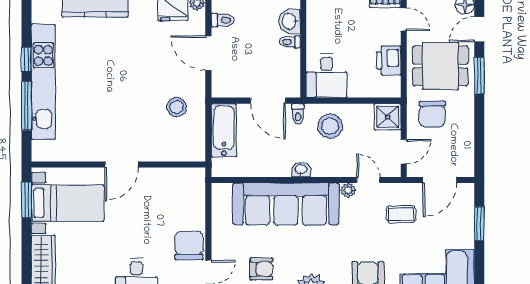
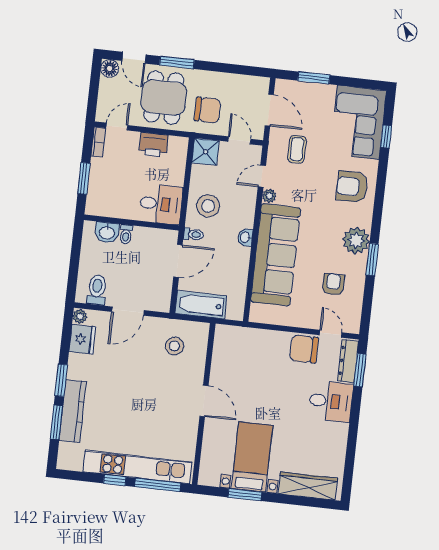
toilet: (223, 20) -> (97, 290), width x1.37, depth x1.39
wall: (118, 164) -> (204, 404), moved
door: (122, 164) -> (204, 401), moved

